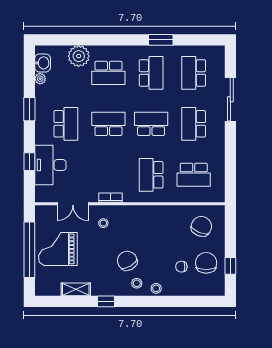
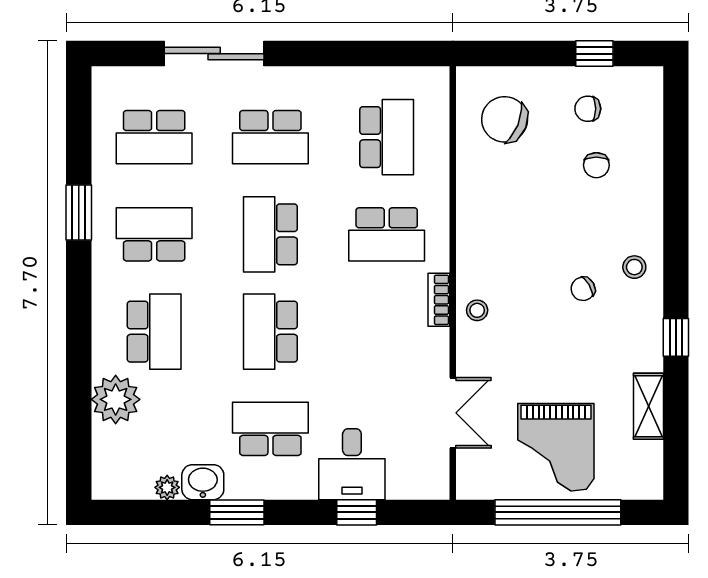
washbasin: (43, 63) -> (203, 482), moved
desk: (50, 165) -> (352, 464), width x0.73
bookcase: (110, 198) -> (439, 300), moved
stool: (103, 223) -> (477, 310), moved
chair: (127, 261) -> (583, 289), width x0.54, depth x0.54
chair: (206, 263) -> (588, 109), width x0.54, depth x0.54
stool: (156, 288) -> (646, 223), removed

